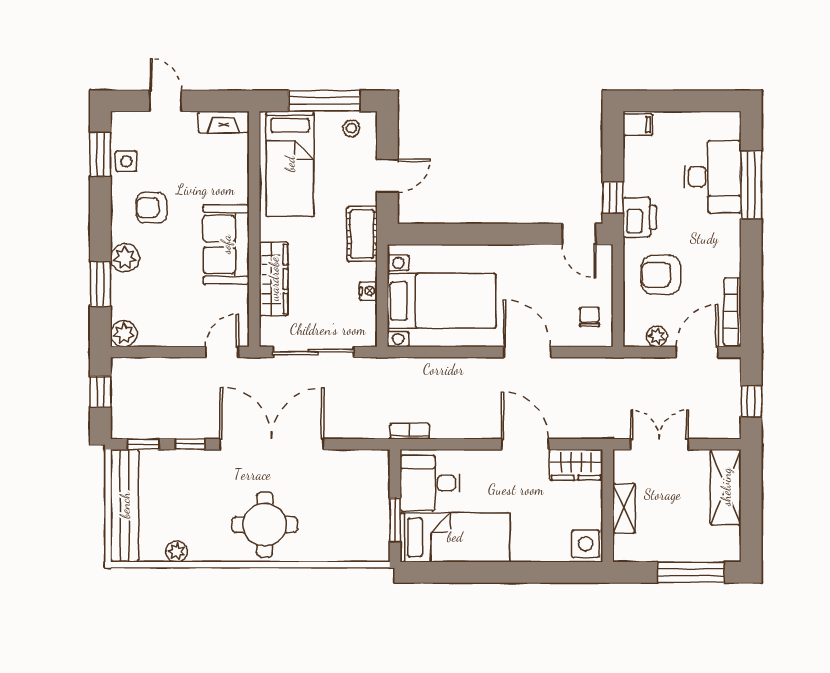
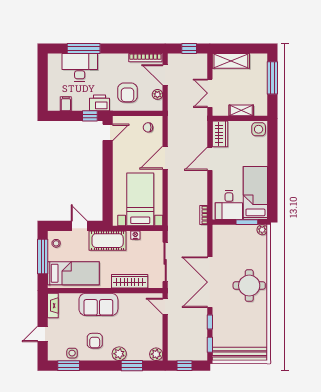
filing cabinet: (638, 124) -> (66, 104), moved
cot: (362, 234) -> (108, 241), width x1.37, depth x1.34
sofa: (226, 244) -> (98, 304), moved
plant: (177, 551) -> (262, 230), moved

